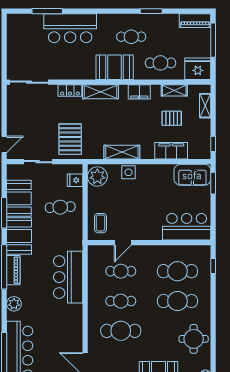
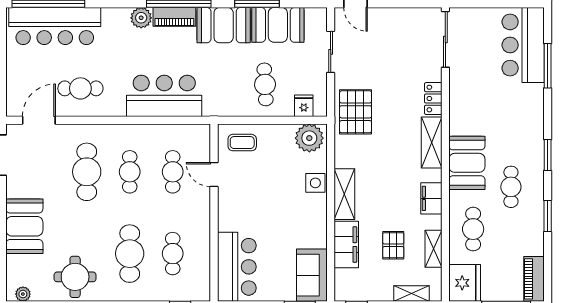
window: (109, 11) -> (548, 155), added
bar counter: (70, 28) -> (523, 45), moved
pallet: (70, 139) -> (356, 112), moved, turned 90
shelving: (122, 152) -> (344, 194), moved
cafe table: (177, 271) -> (173, 254), width x0.73, depth x0.74
plant: (14, 304) -> (141, 18), moved
cafe table: (63, 335) -> (80, 88), added

